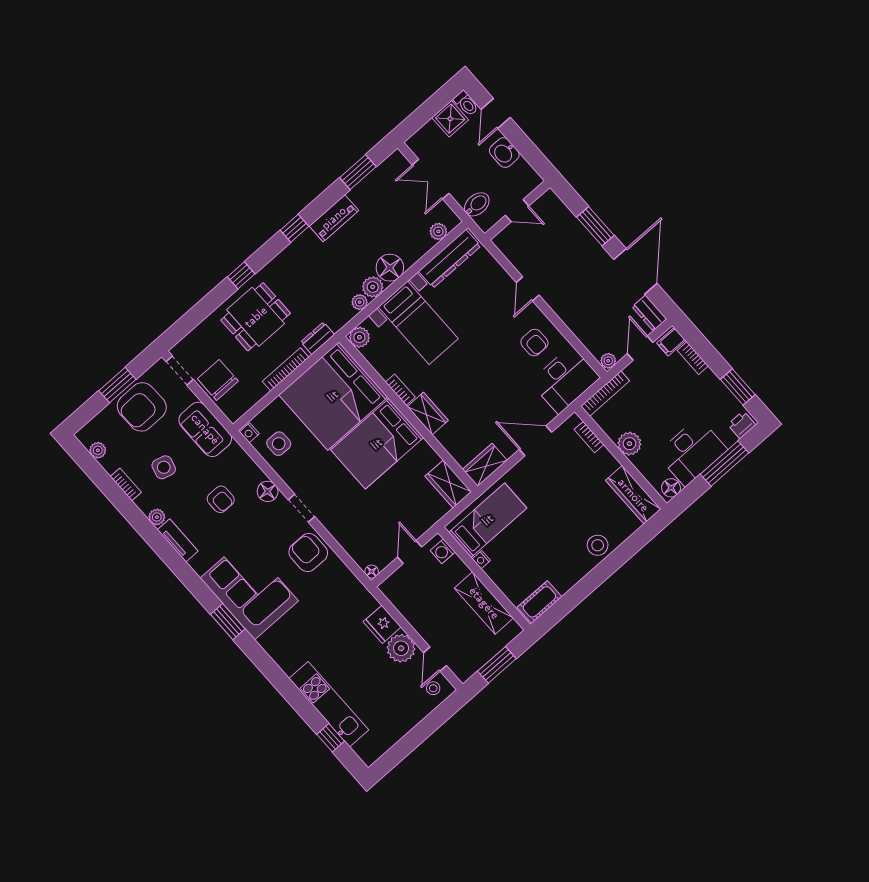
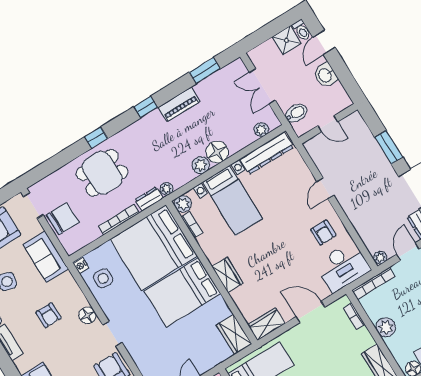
plant: (360, 302) -> (167, 189), moved
chair: (218, 380) -> (63, 219), turned 90
bookcase: (400, 390) -> (192, 225), moved

